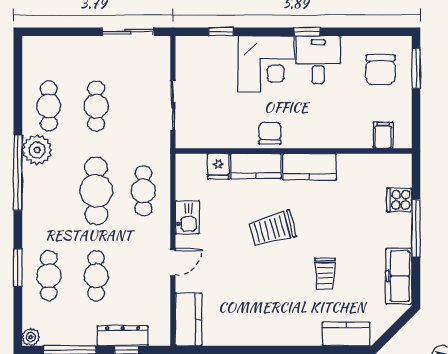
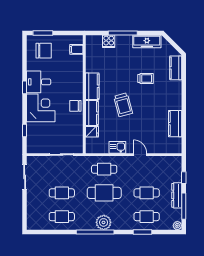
plant: (37, 150) -> (104, 222), moved
kitchen counter: (189, 319) -> (175, 124), moved, turned -90
dresser: (123, 336) -> (177, 195), moved

